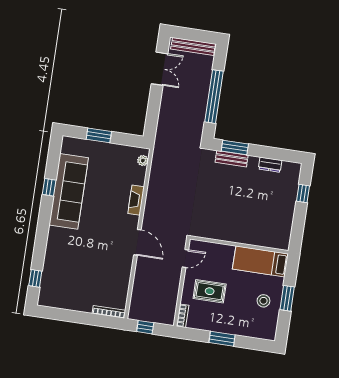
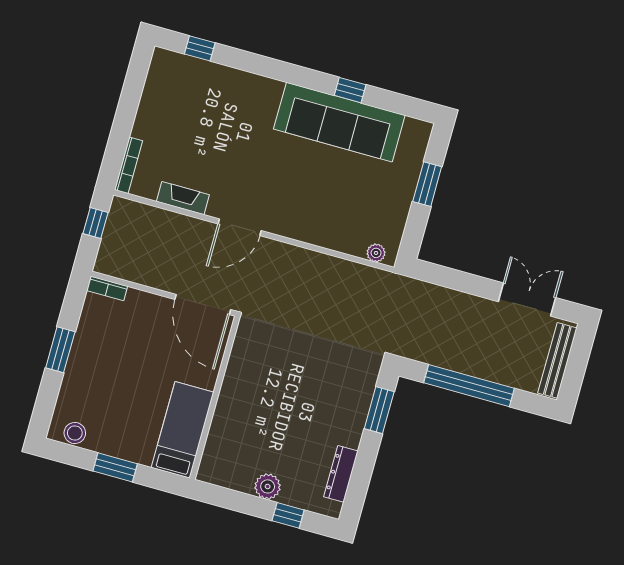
double door: (159, 69) -> (527, 300), swing flipped
bench: (232, 159) -> (361, 402), removed
dresser: (270, 165) -> (341, 474), width x1.44
fireplace: (136, 200) -> (183, 198), moved
plant: (288, 208) -> (268, 486), added
door: (185, 258) -> (203, 304), width x1.88
rug: (210, 291) -> (143, 339), removed
stool: (263, 301) -> (75, 433), moved

